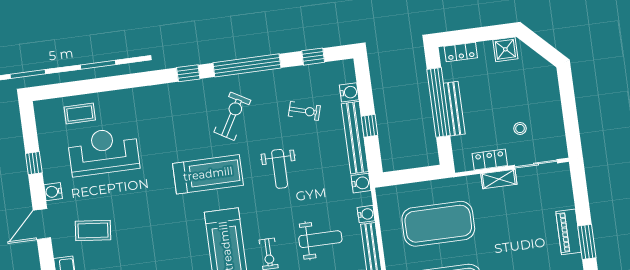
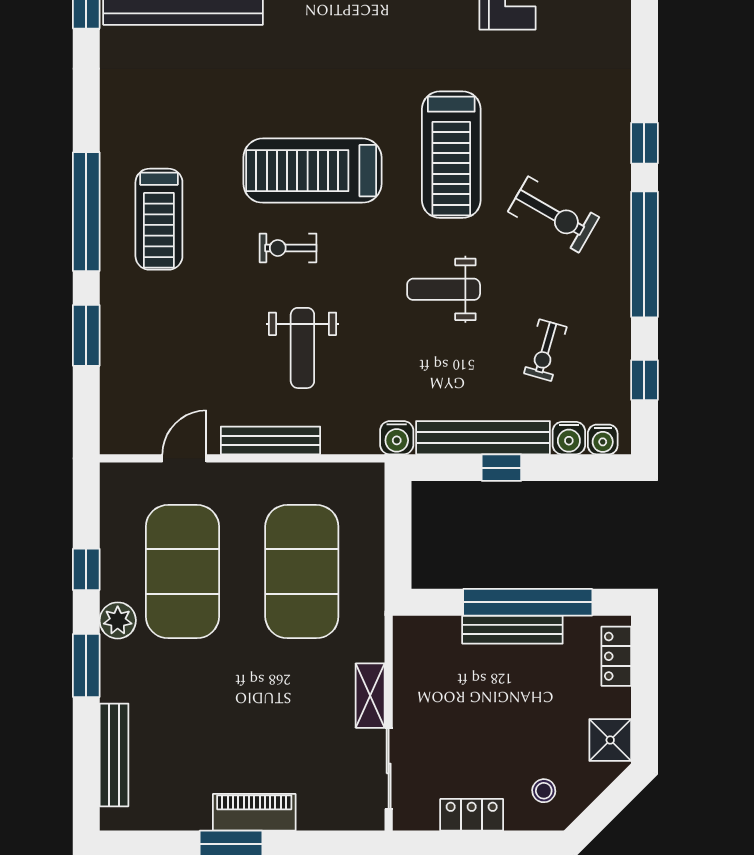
stool: (520, 128) -> (544, 791), moved
locker: (490, 160) -> (472, 815), moved, turned -90
water cooler: (366, 214) -> (603, 439), moved

